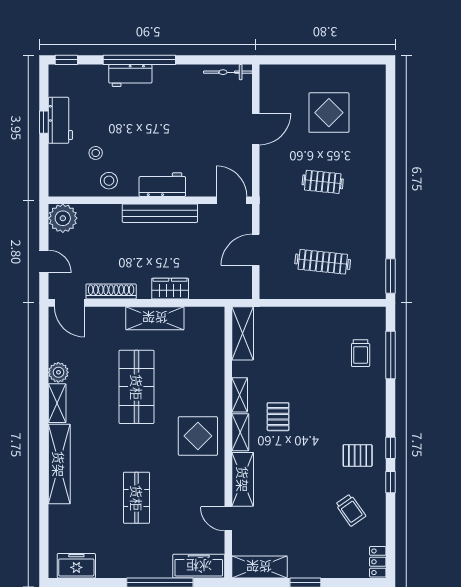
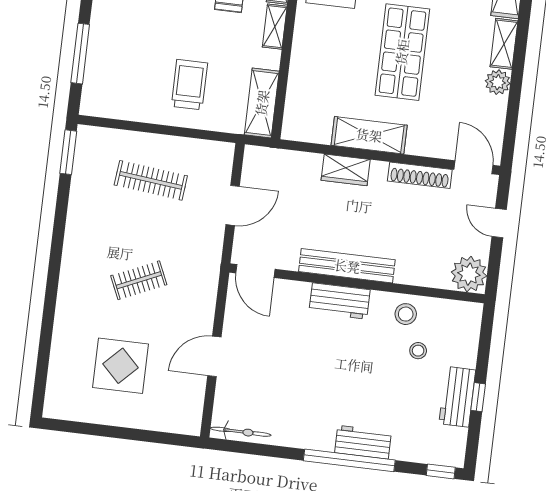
clothes rail: (323, 182) -> (139, 280), turned -30
trolley: (361, 353) -> (189, 85), moved, width x1.36, depth x1.39

